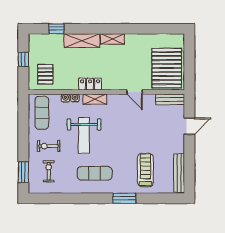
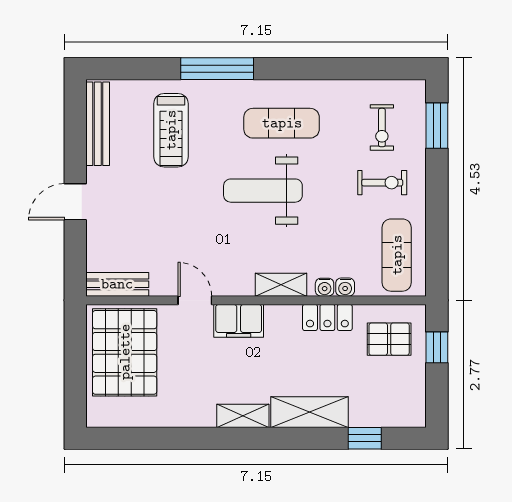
window: (23, 59) -> (437, 347), moved
pallet: (45, 74) -> (389, 339), turned 90
filing cabinet: (114, 83) -> (239, 321), added
locker: (90, 84) -> (327, 317), moved
door: (189, 126) -> (75, 202), moved
weight bench: (84, 135) -> (263, 191), moved, turned -90
window: (124, 198) -> (217, 69), width x1.44

